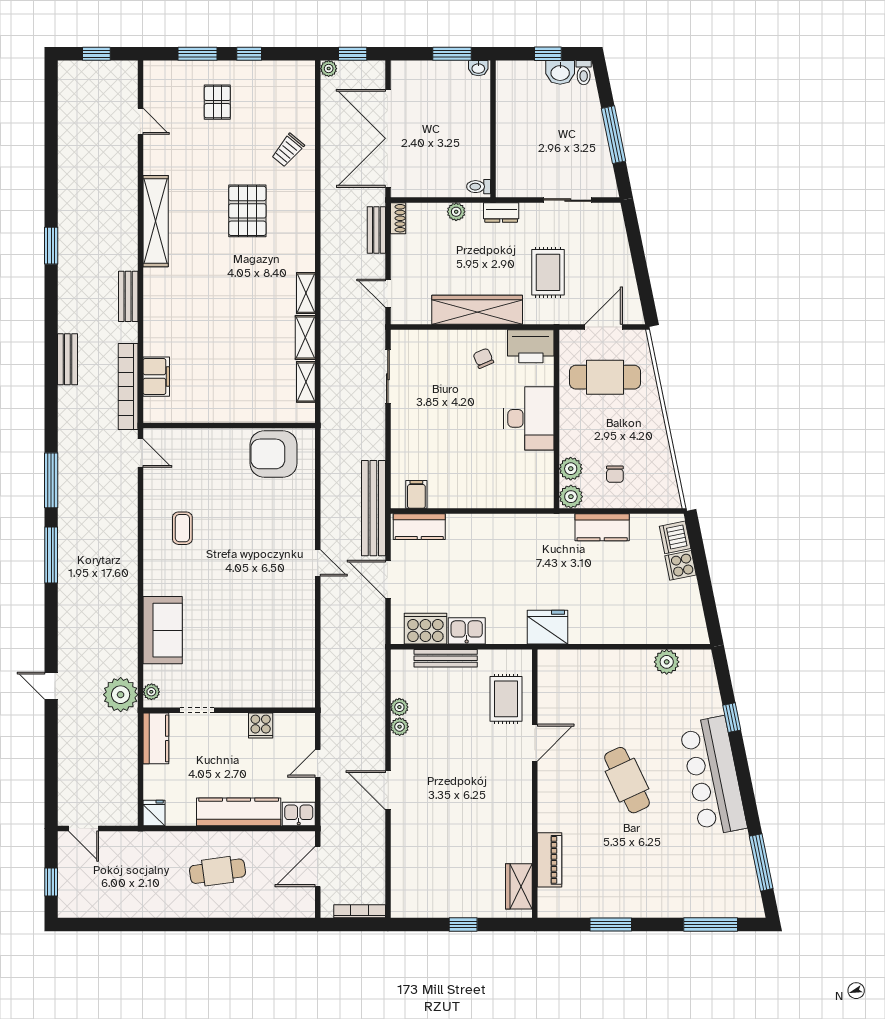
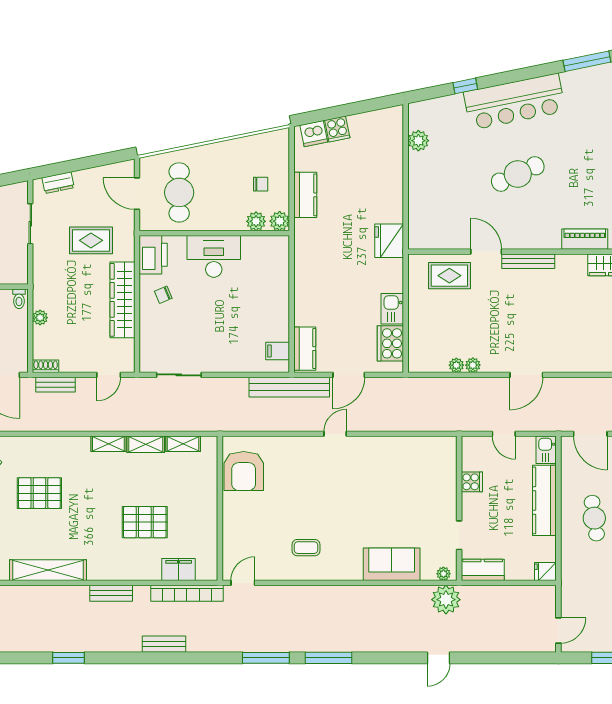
dresser: (501, 213) -> (58, 183), moved, turned 79
pallet: (213, 336) -> (145, 522), added
bench: (446, 658) -> (528, 261), moved, turned 90

